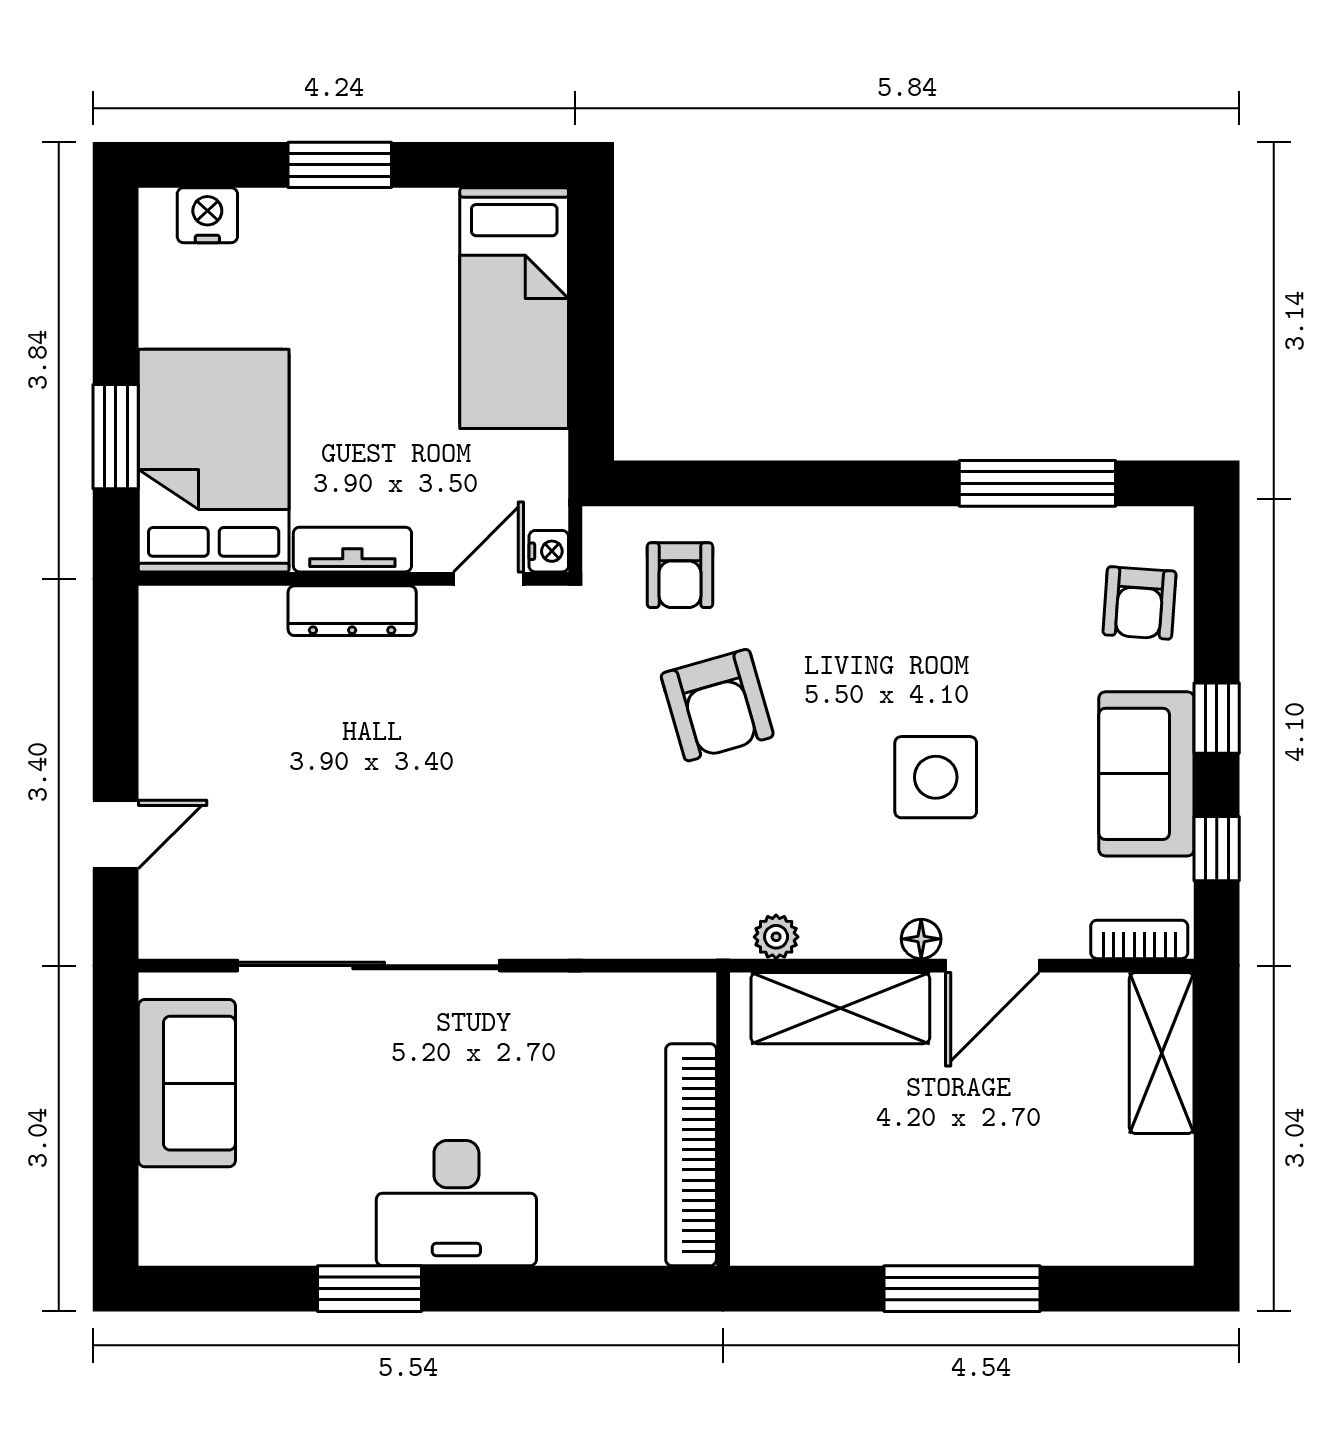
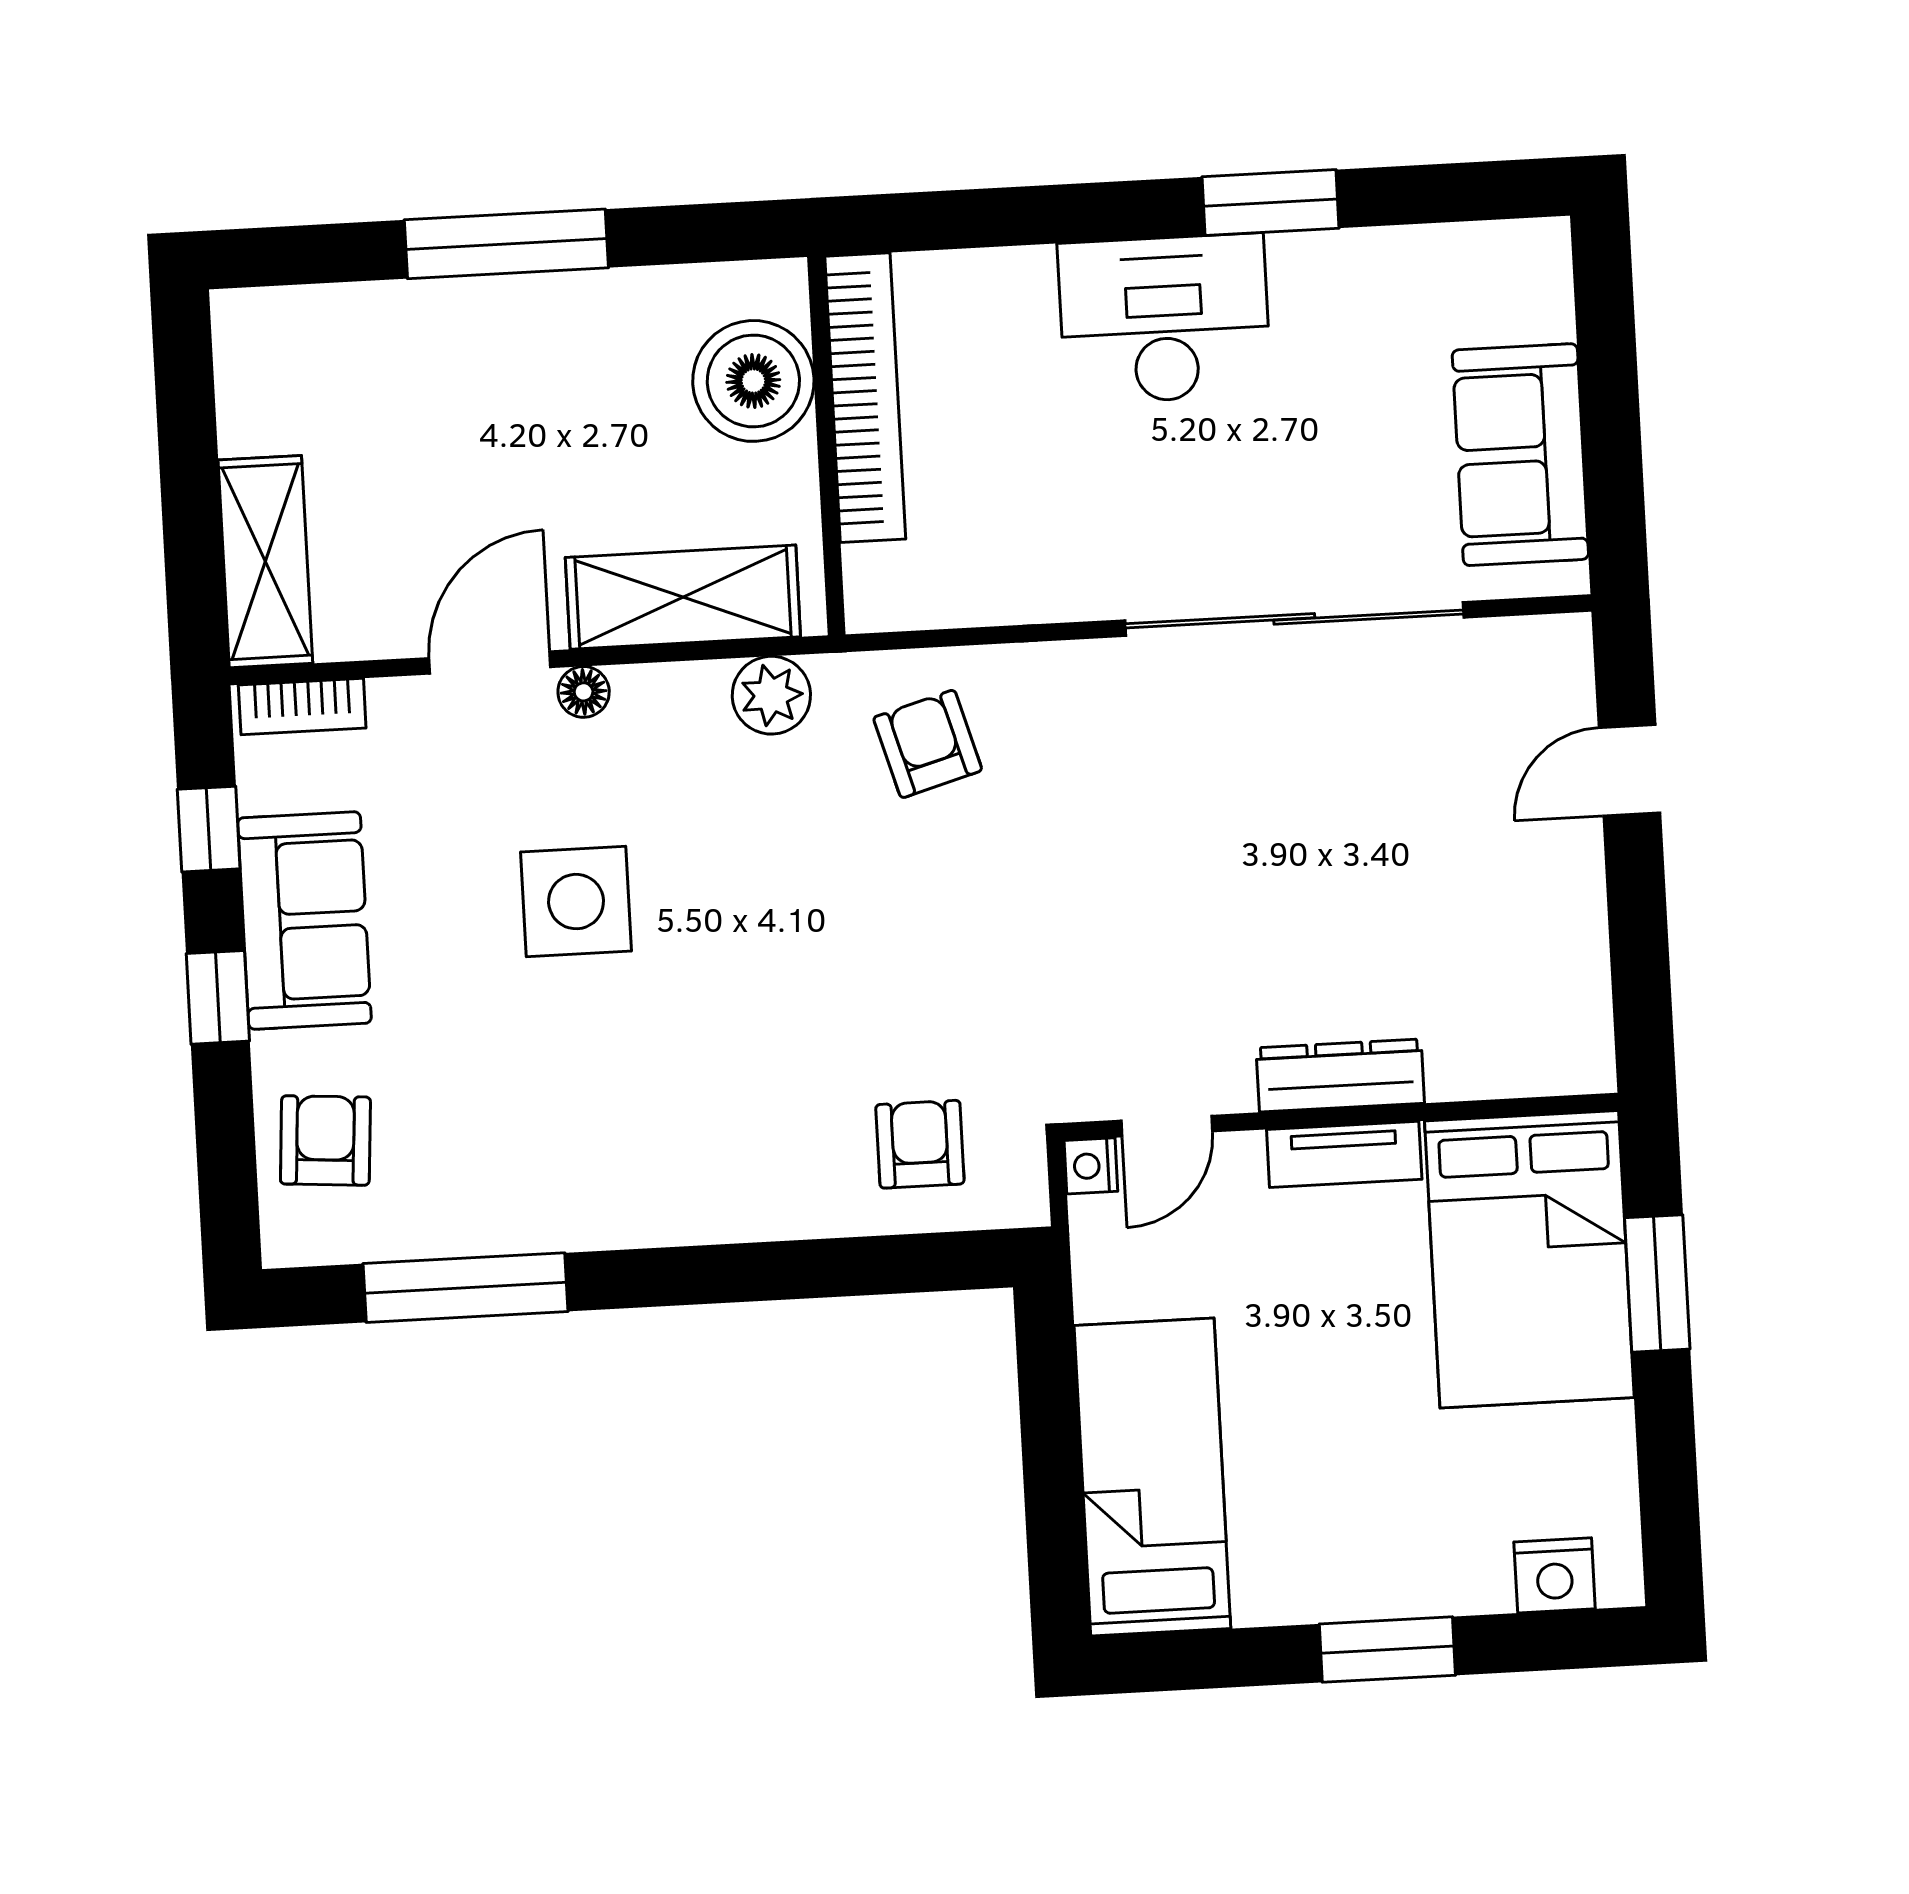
armchair: (717, 705) -> (928, 744), moved, width x0.72, depth x0.72
plant: (776, 937) -> (771, 695), width x1.38, depth x1.38
boiler: (777, 1172) -> (753, 381), added

